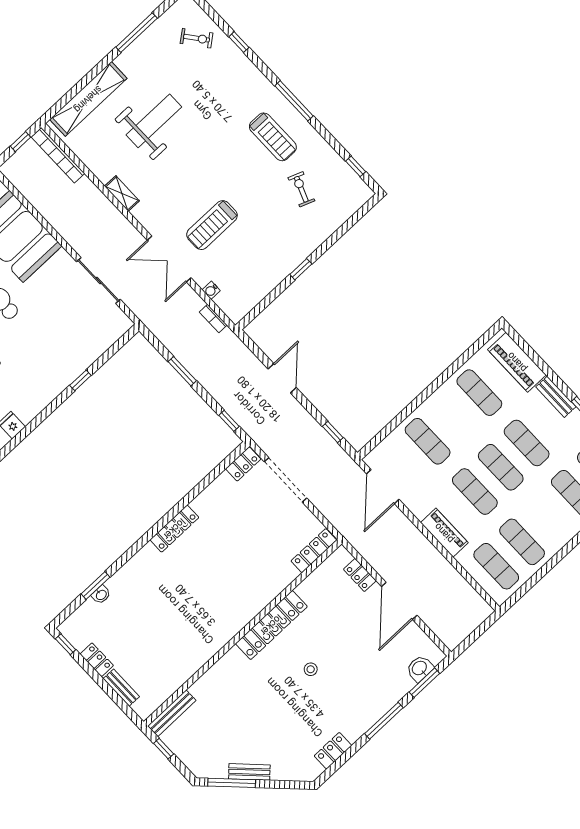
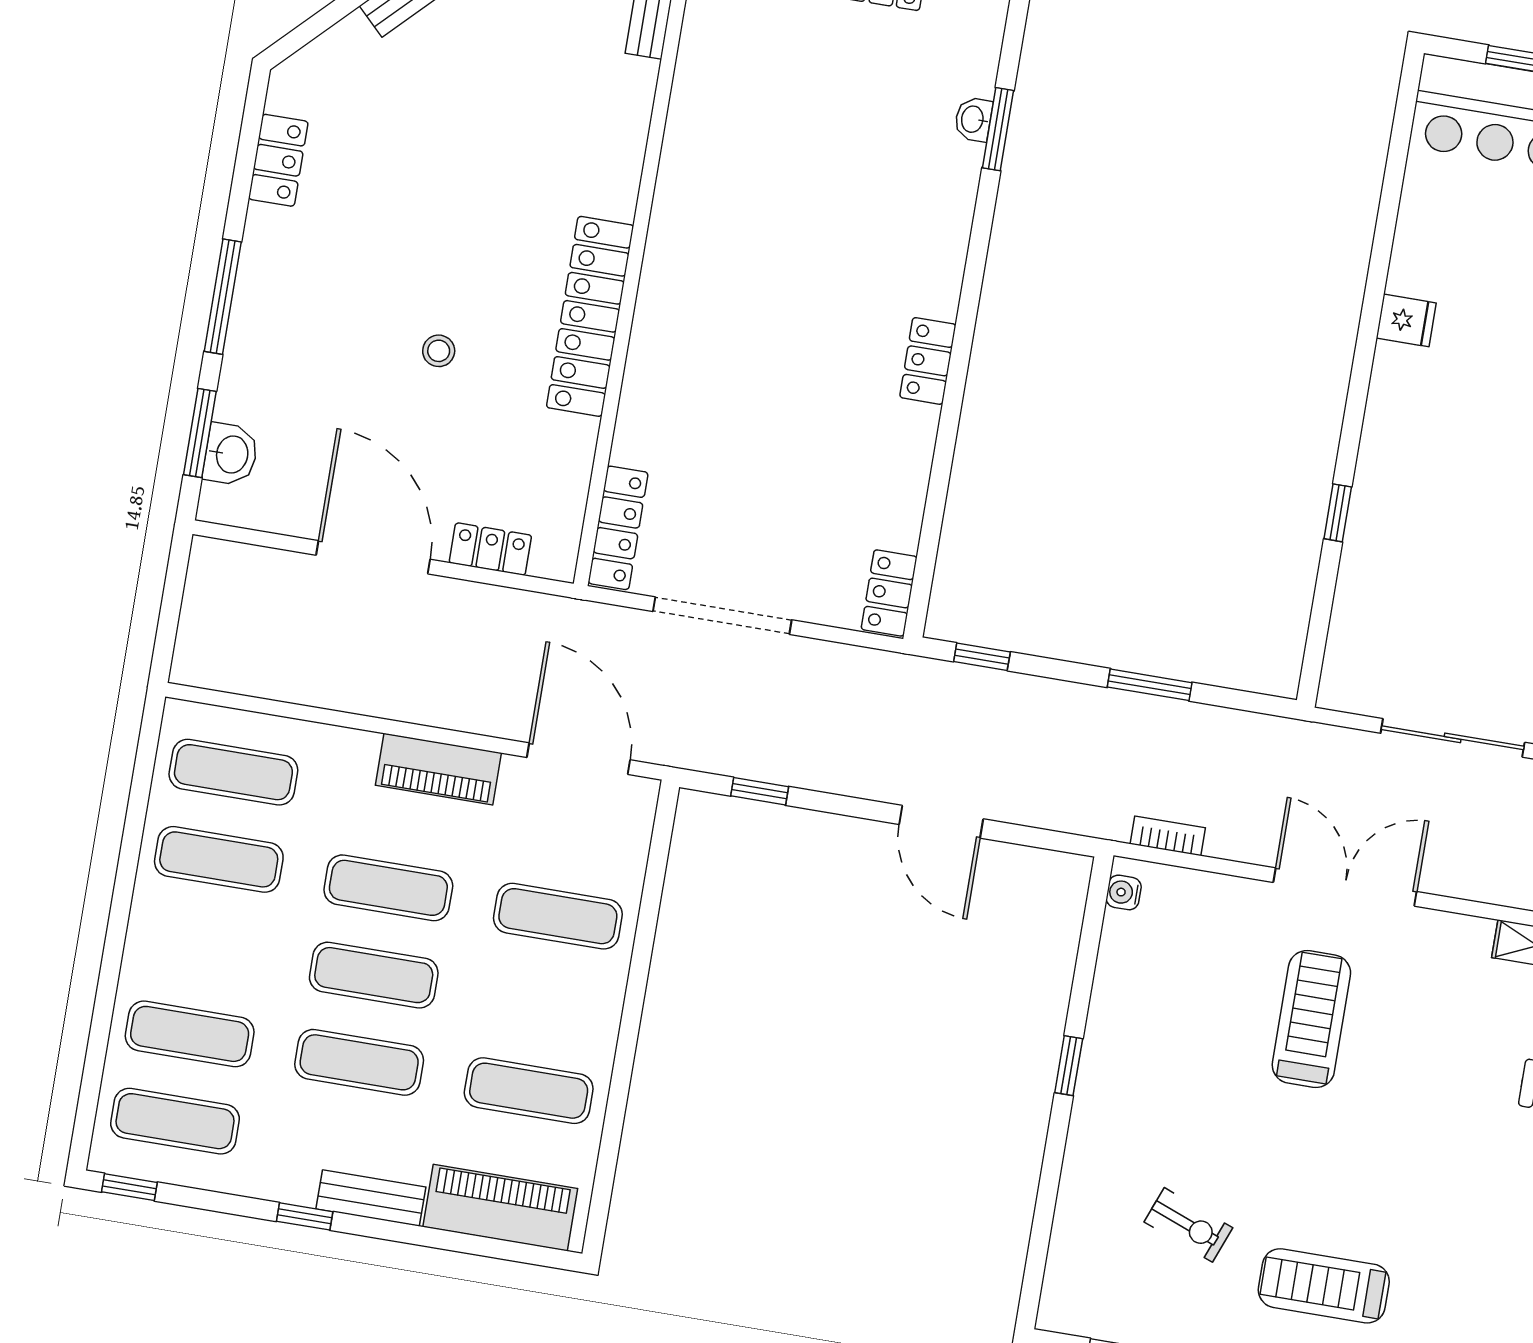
water cooler: (211, 290) -> (1124, 892), moved, turned -90
doorway: (286, 480) -> (722, 616), moved
locker: (174, 529) -> (928, 361), width x0.66
piano: (444, 533) -> (438, 769), moved
stool: (311, 669) -> (439, 351), moved

